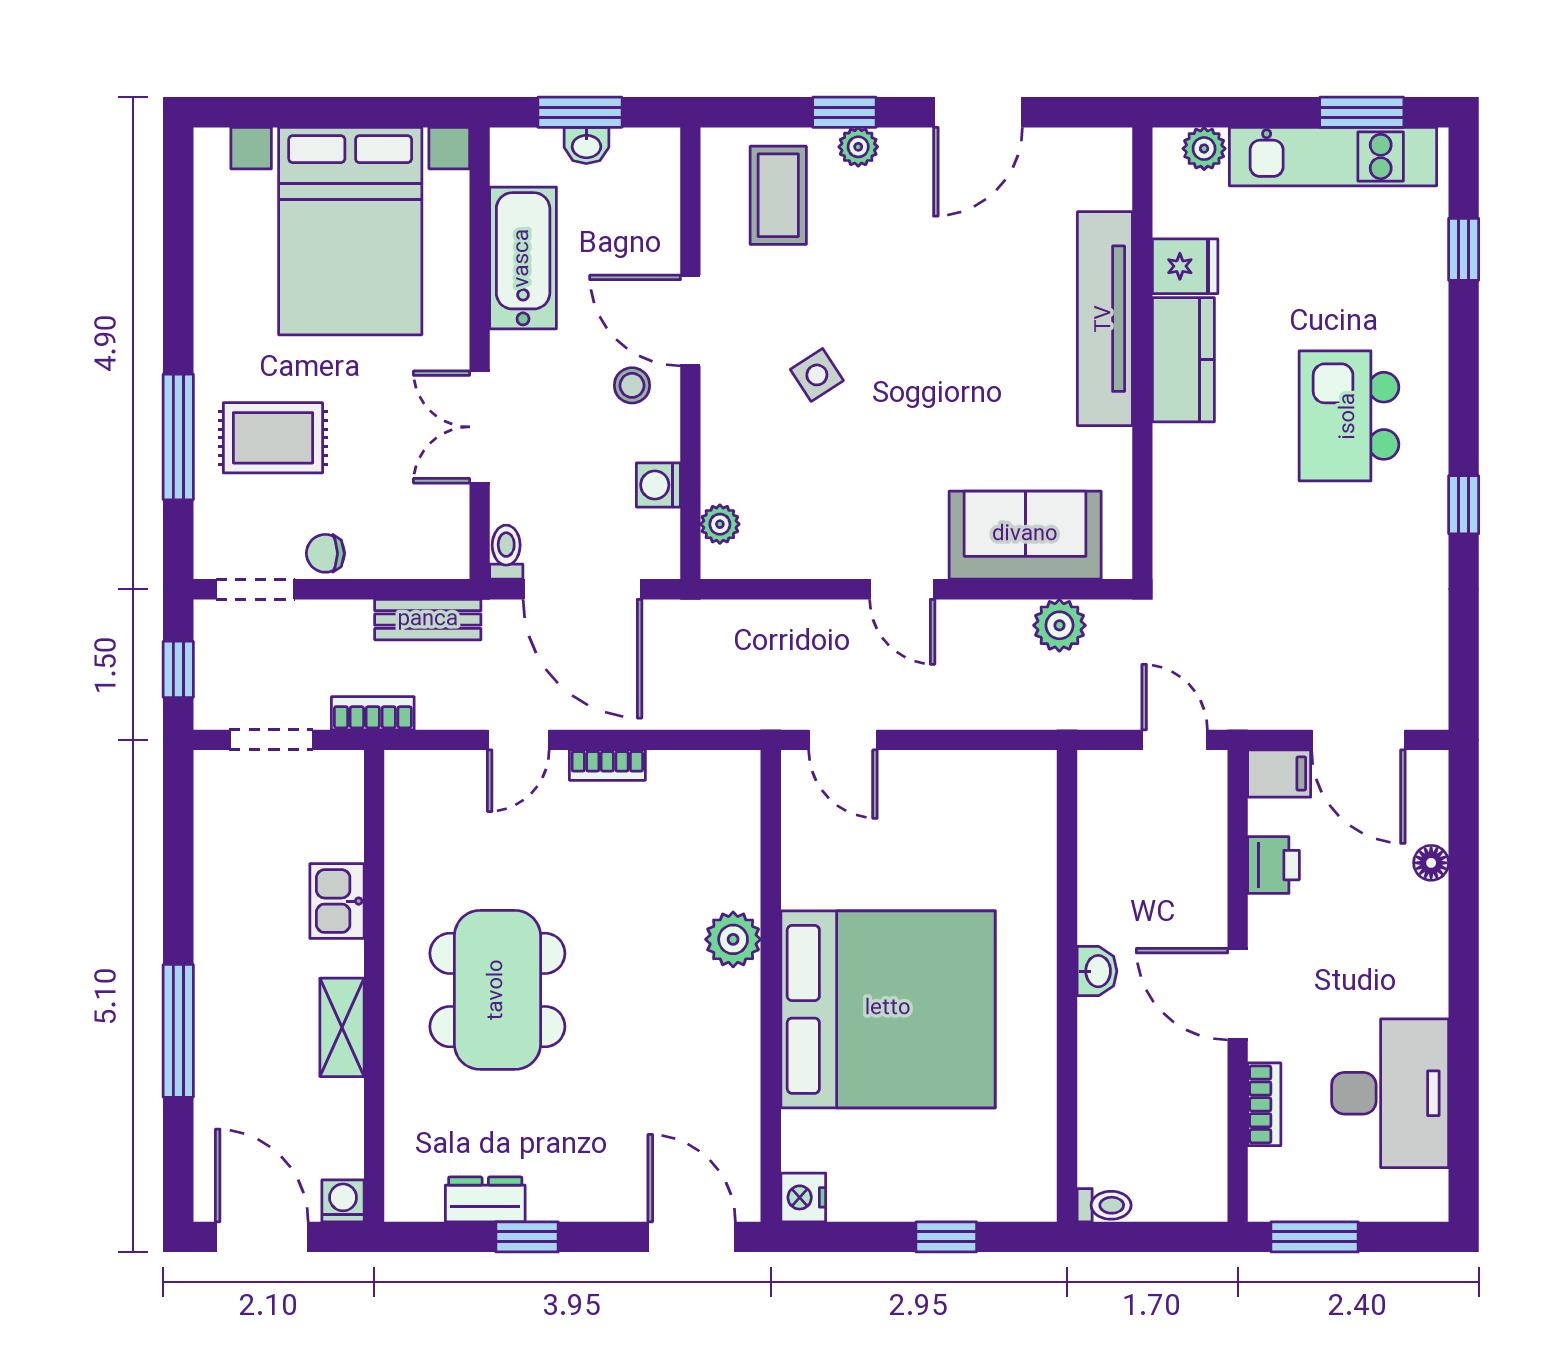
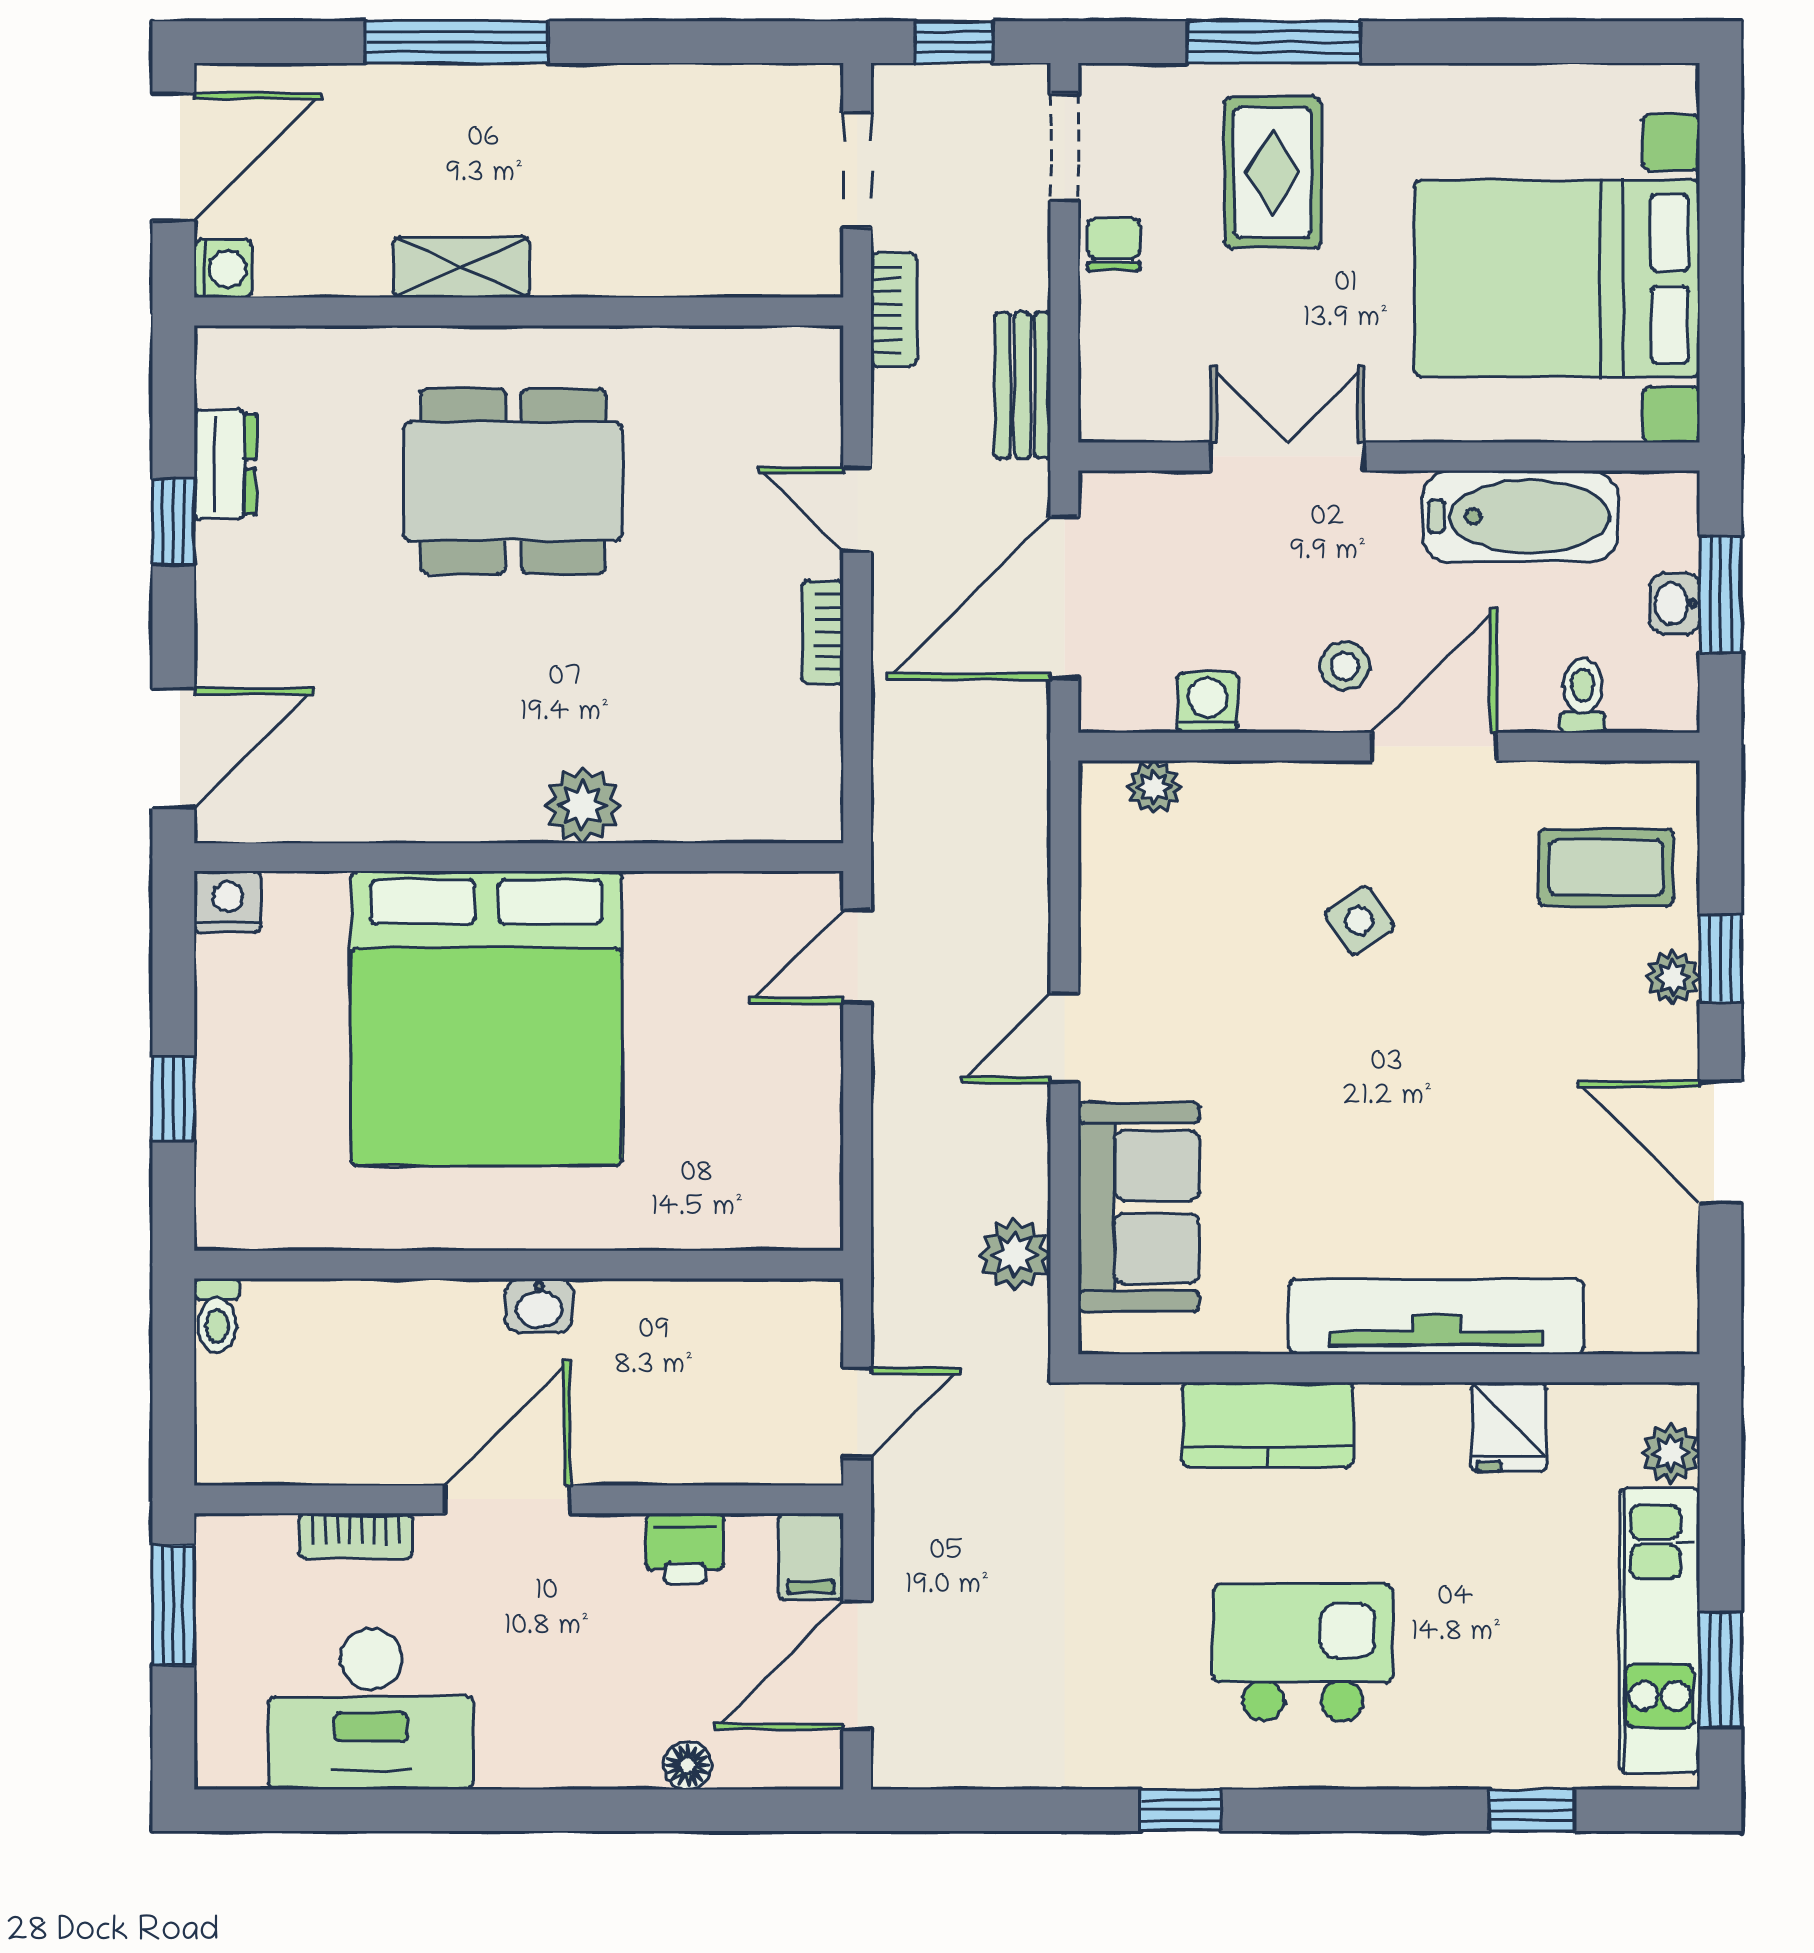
kitchen counter: (1183, 360) -> (1268, 1425), moved
toilet: (506, 552) -> (1583, 696), moved, turned -90
kitchen sink: (337, 901) -> (635, 260), removed

